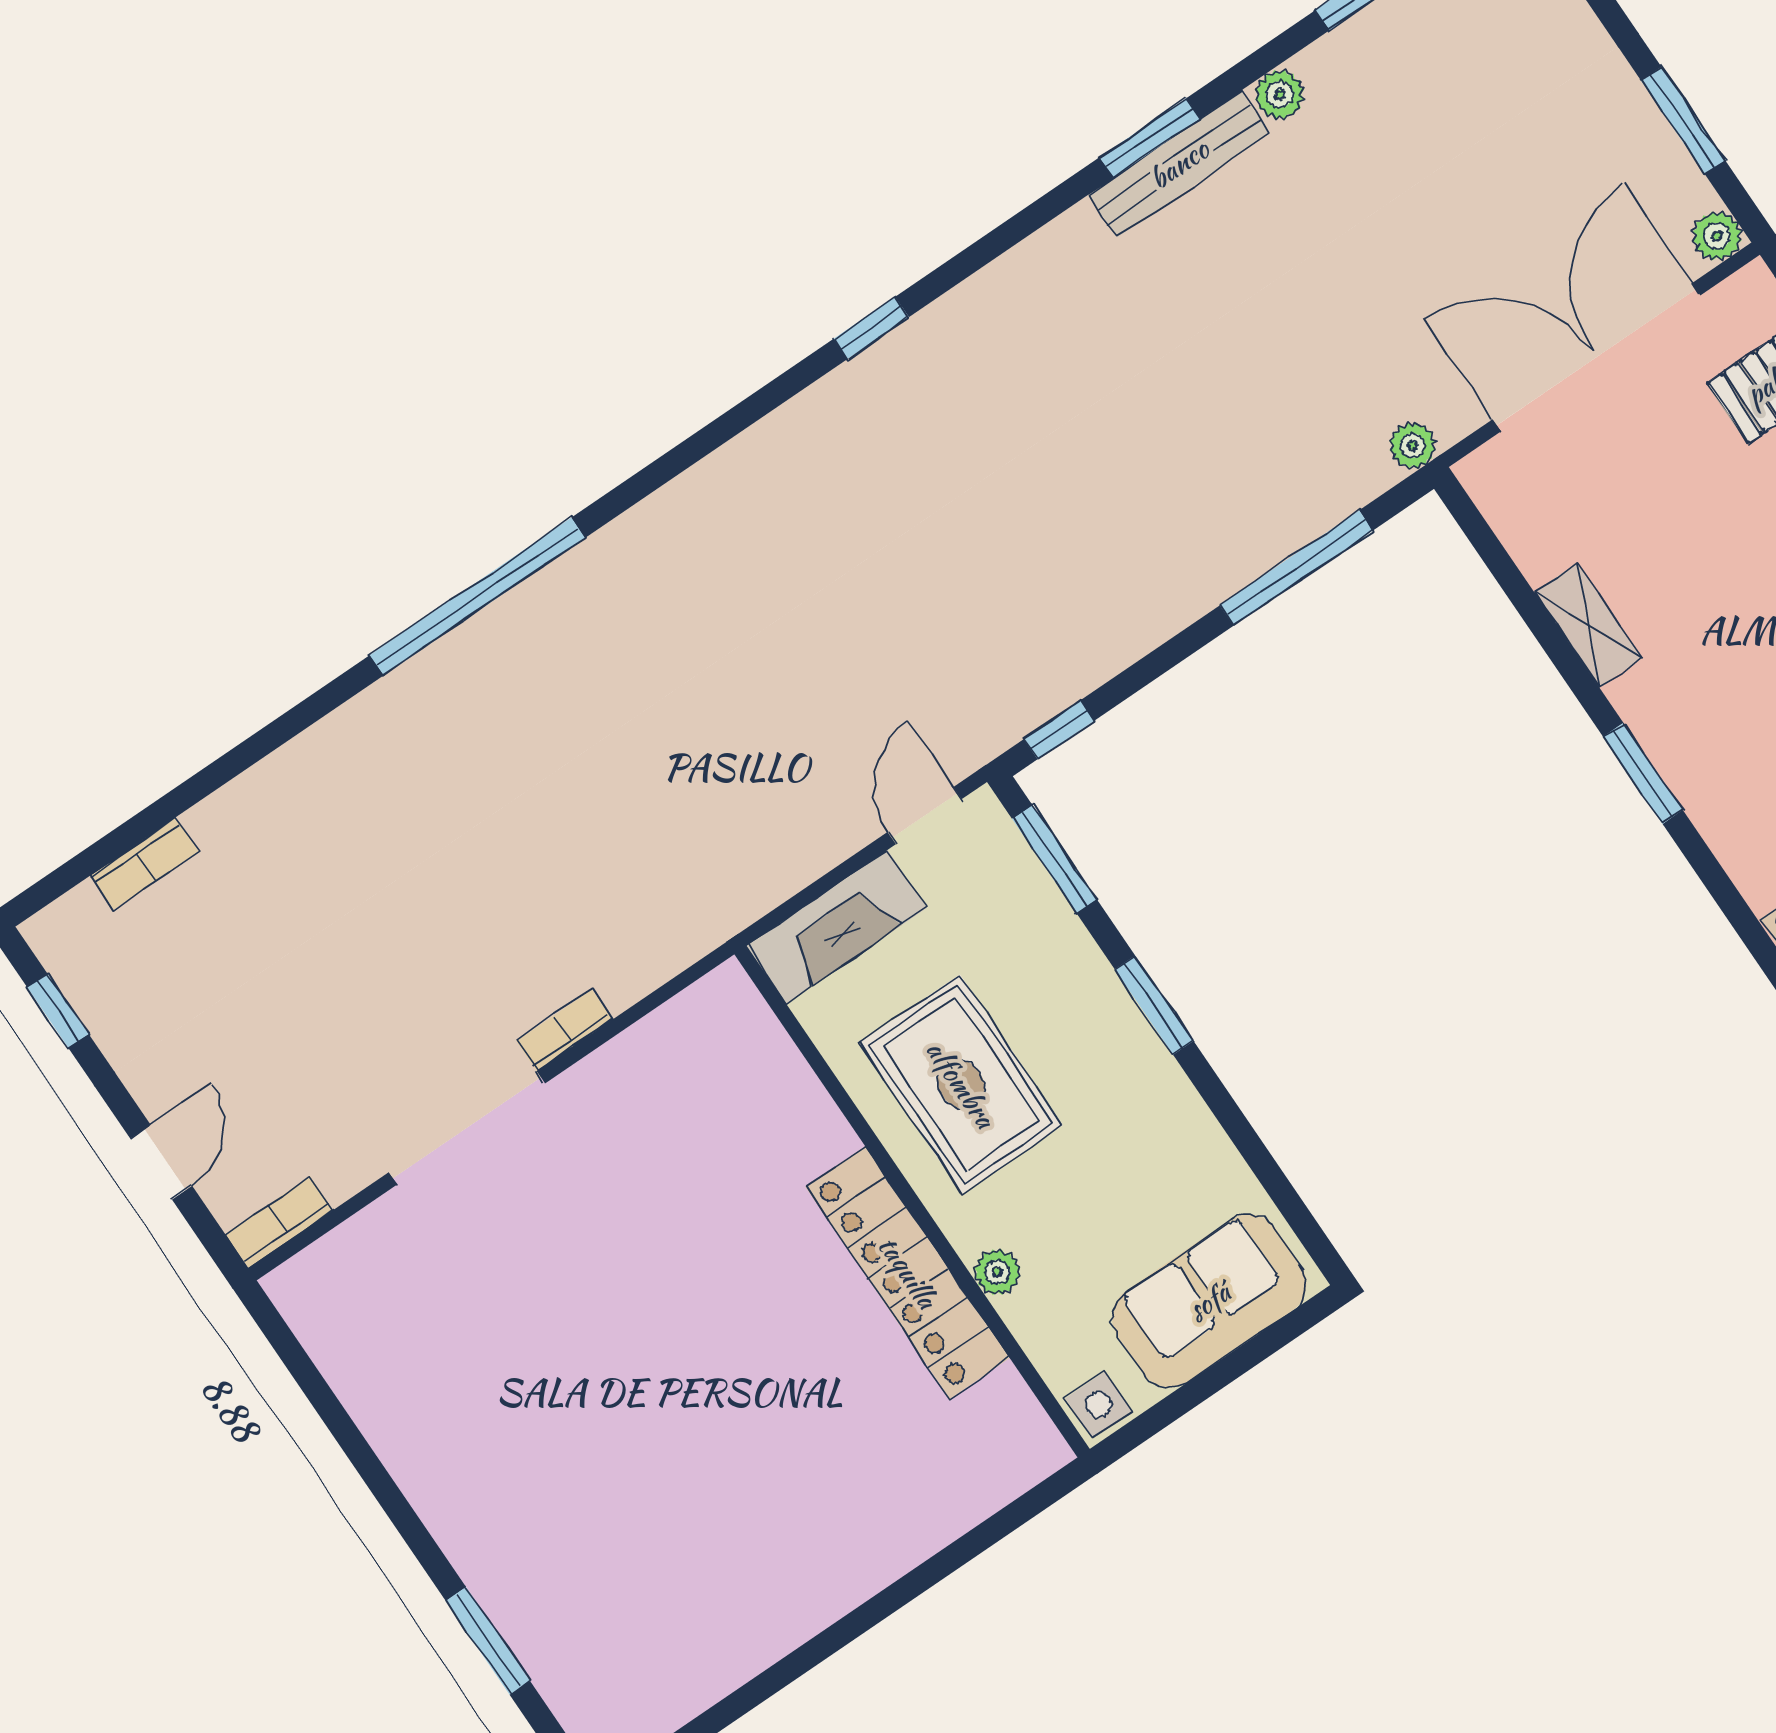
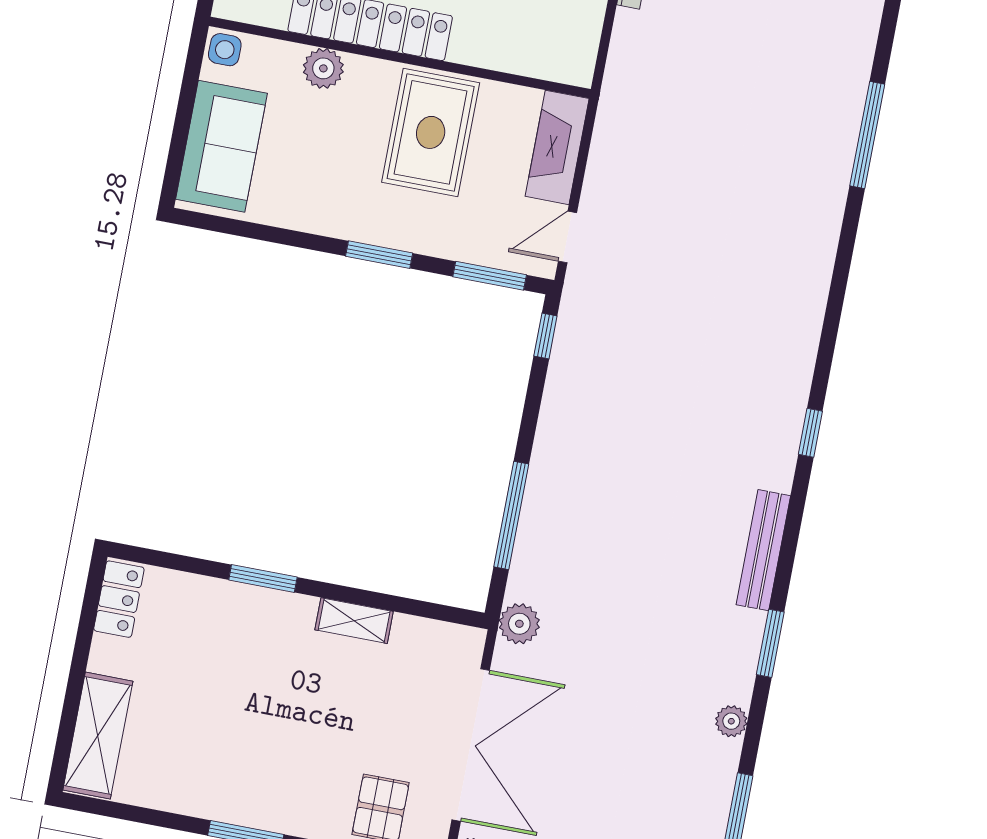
bench: (1179, 164) -> (763, 550), moved
plant: (1412, 446) -> (519, 624), width x1.38, depth x1.38
window: (478, 596) -> (867, 135), width x0.68
door: (925, 816) -> (568, 237), swing flipped
rug: (961, 1084) -> (431, 132), turned 90
plant: (997, 1272) -> (323, 68), width x1.38, depth x1.38

